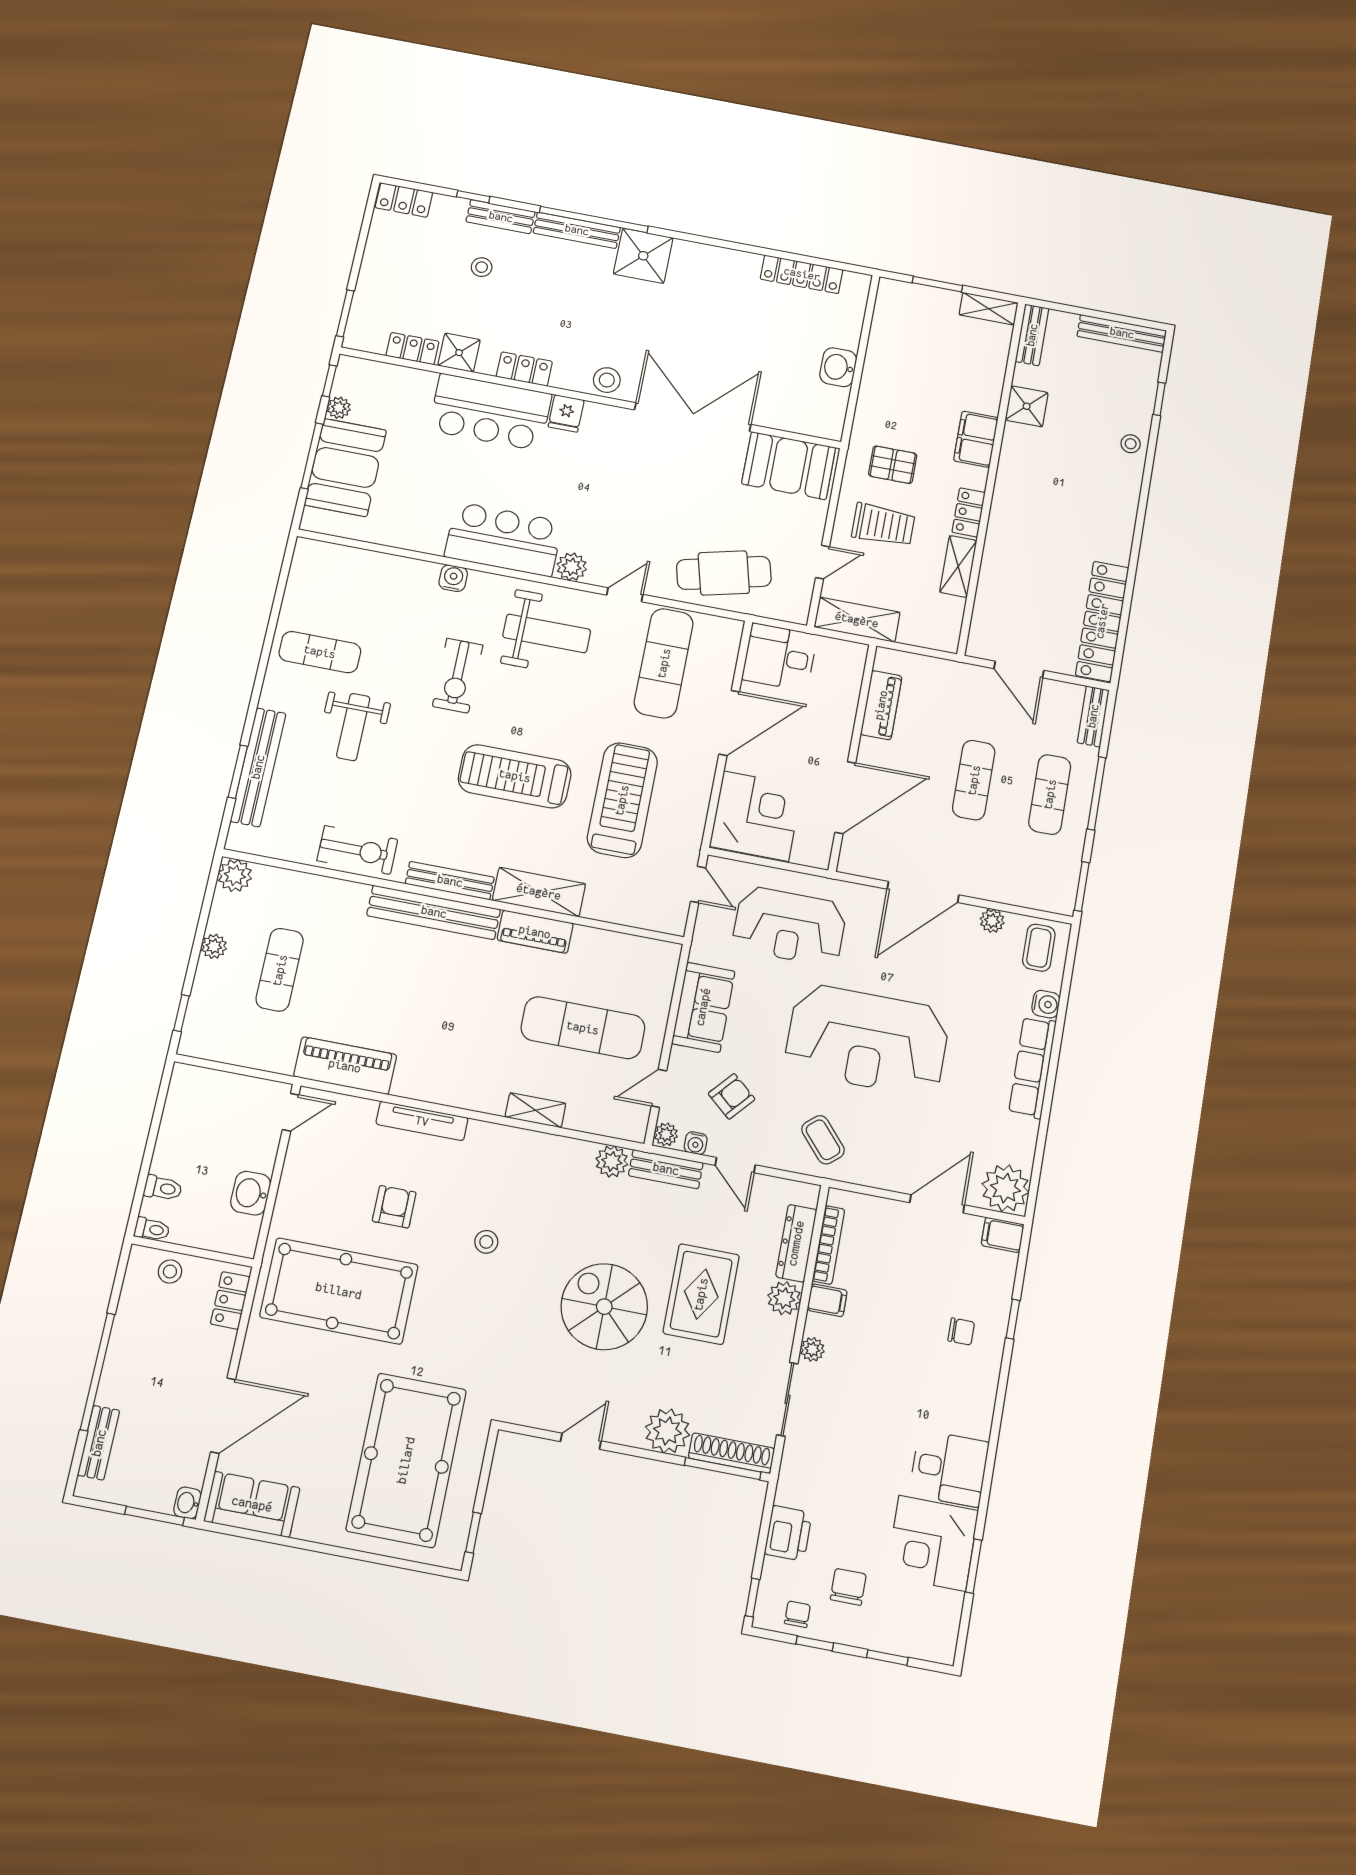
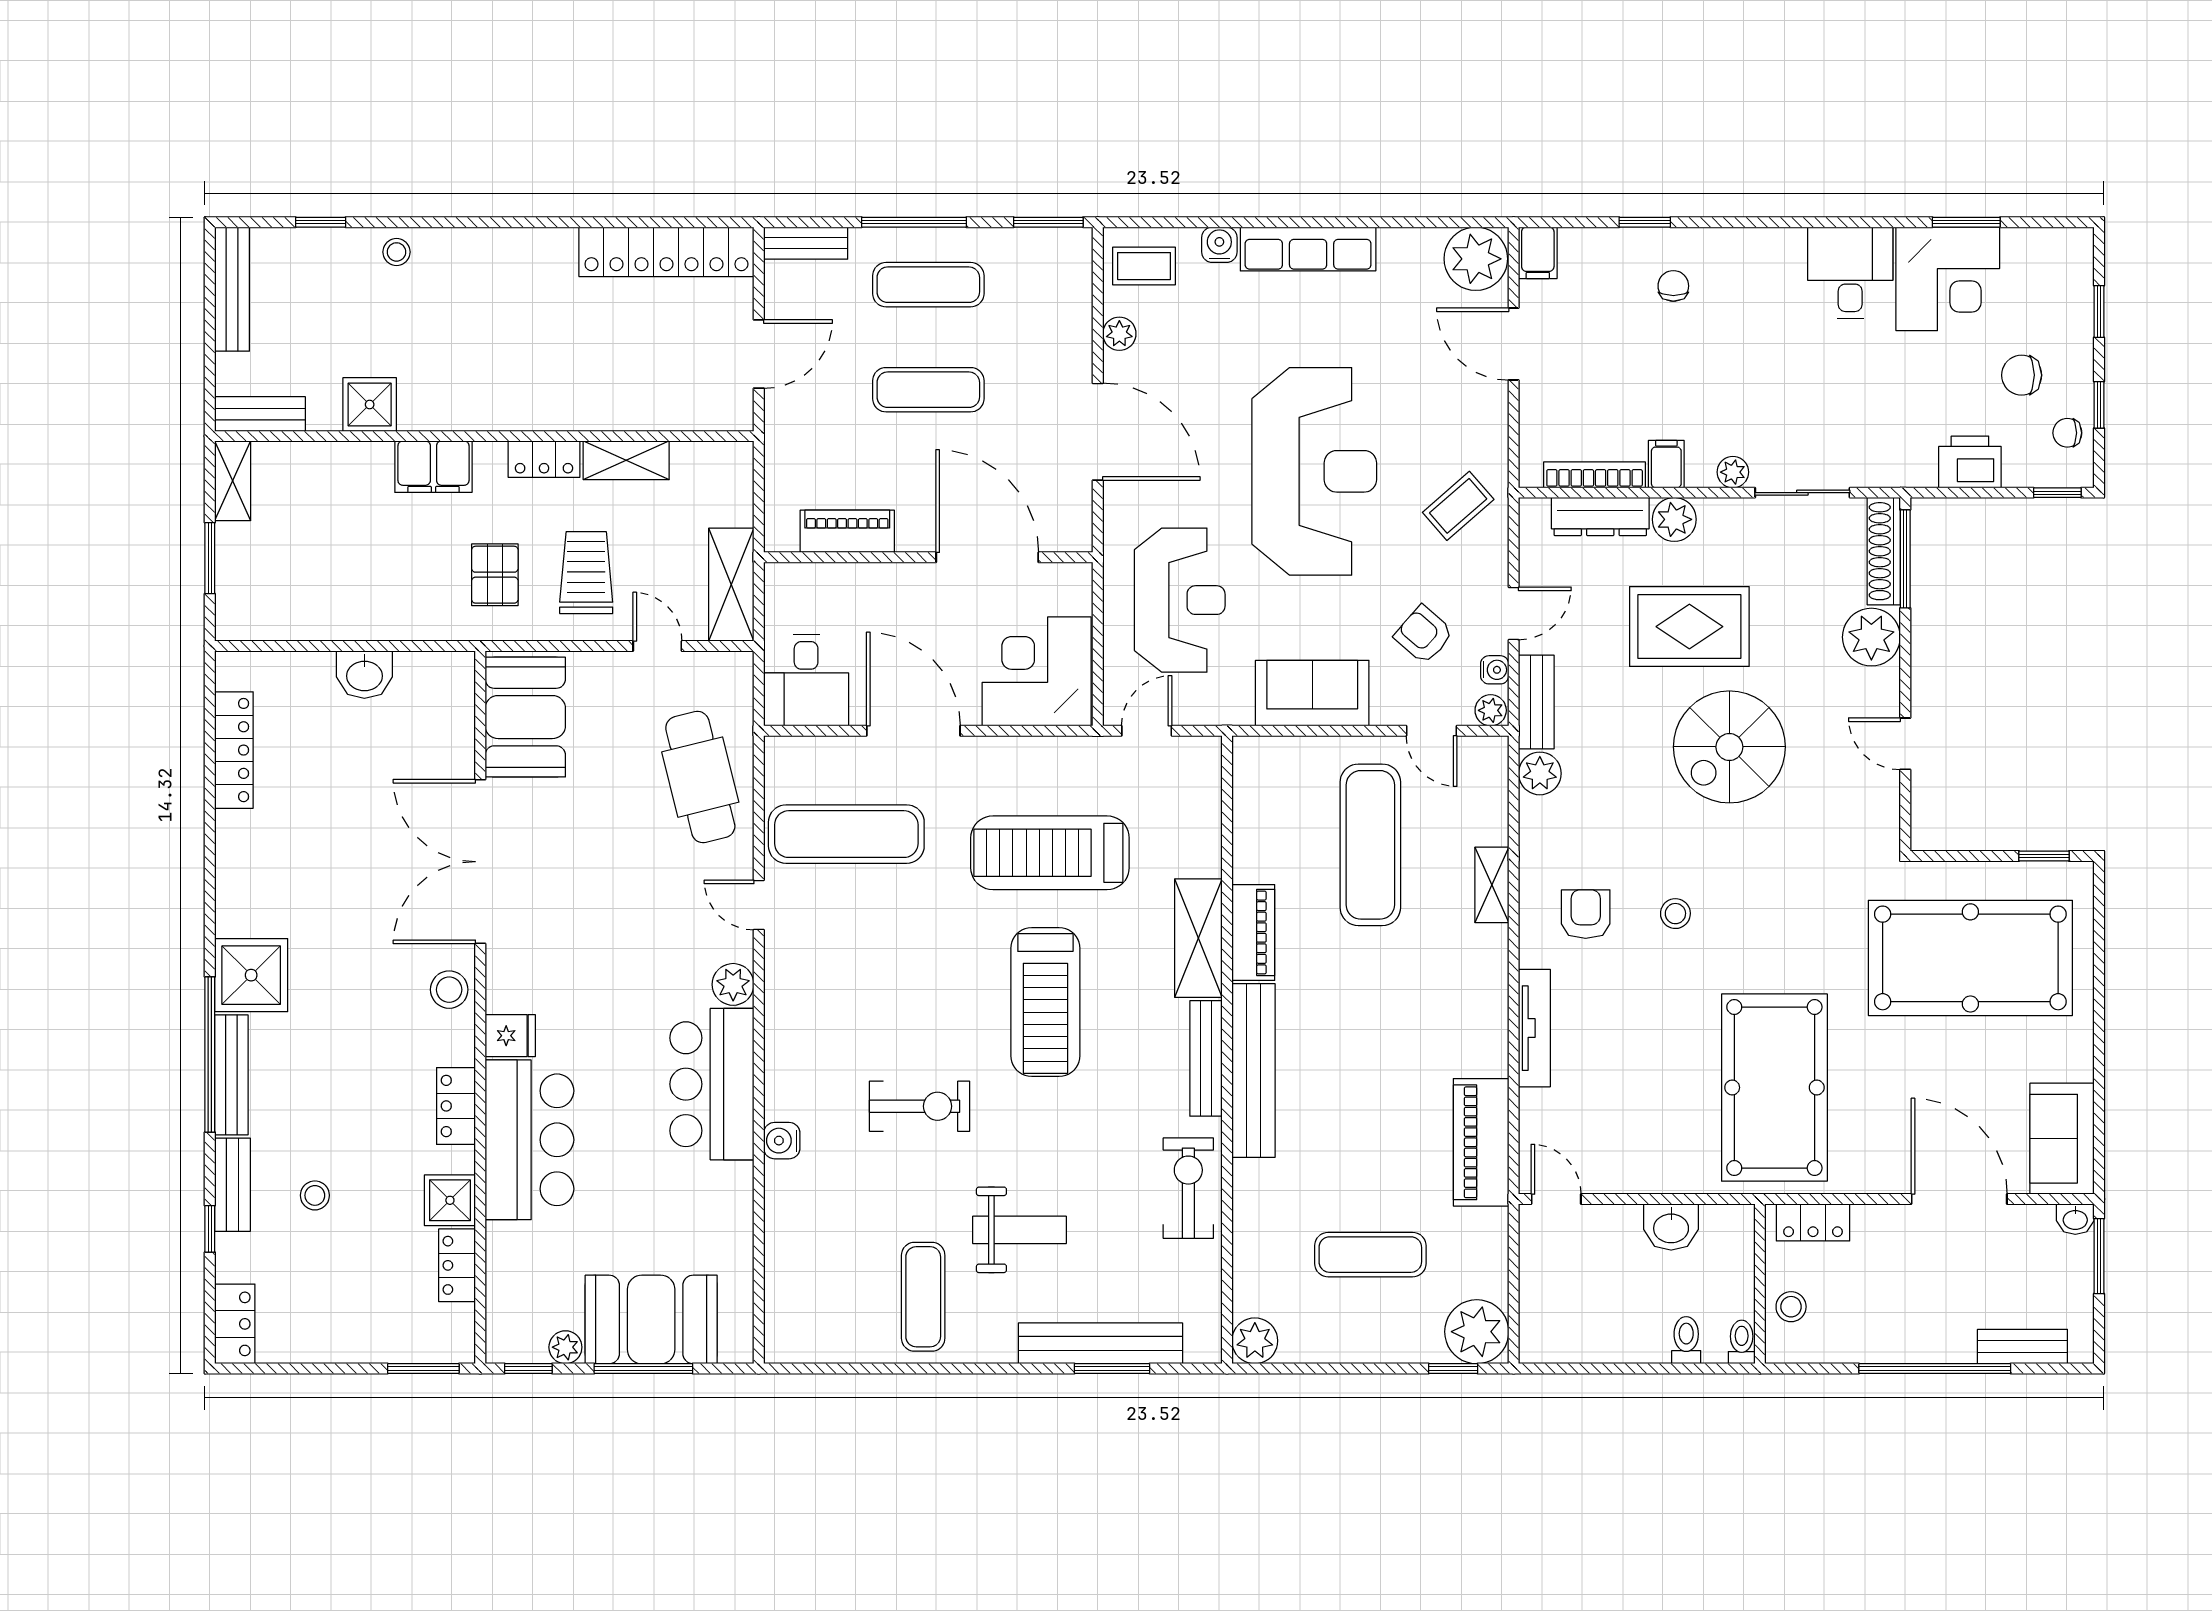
weight bench: (547, 633) -> (835, 999), removed
plant: (214, 946) -> (1477, 1332), moved, width x1.88, depth x1.88
armchair: (394, 1207) -> (1586, 914), moved, turned 90

